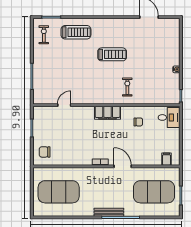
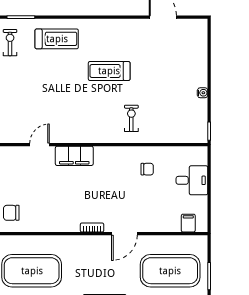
treadmill: (112, 54) -> (109, 71), turned 180
filing cabinet: (108, 113) -> (74, 156), moved
desk: (169, 117) -> (192, 180), moved
door: (123, 166) -> (124, 234), swing flipped

